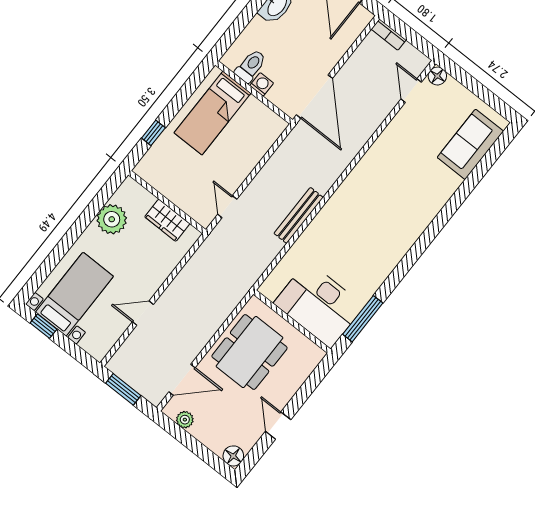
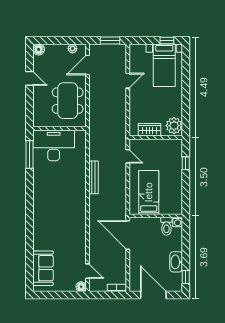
washing machine: (262, 84) -> (178, 222), moved
bed: (212, 113) -> (149, 192), moved
plant: (112, 219) -> (174, 126), moved

